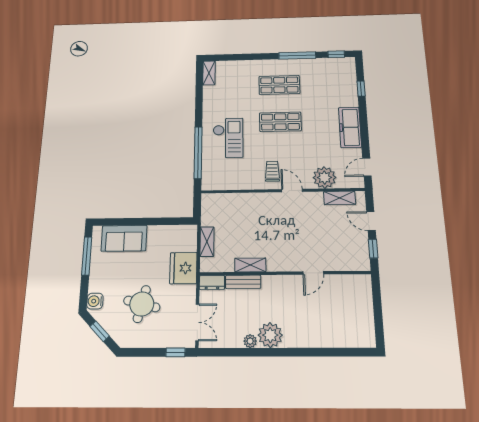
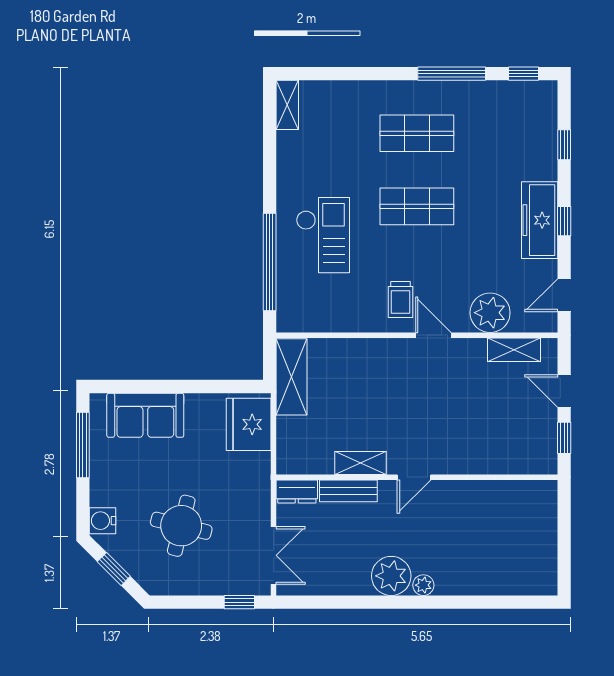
window: (364, 128) -> (564, 221), added
trolley: (272, 171) -> (400, 300), turned 180
shelving: (207, 242) -> (291, 377), moved, width x1.50, depth x1.33
fridge: (183, 268) -> (249, 424), moved
door: (313, 273) -> (414, 477), moved
plant: (250, 341) -> (423, 585), moved

